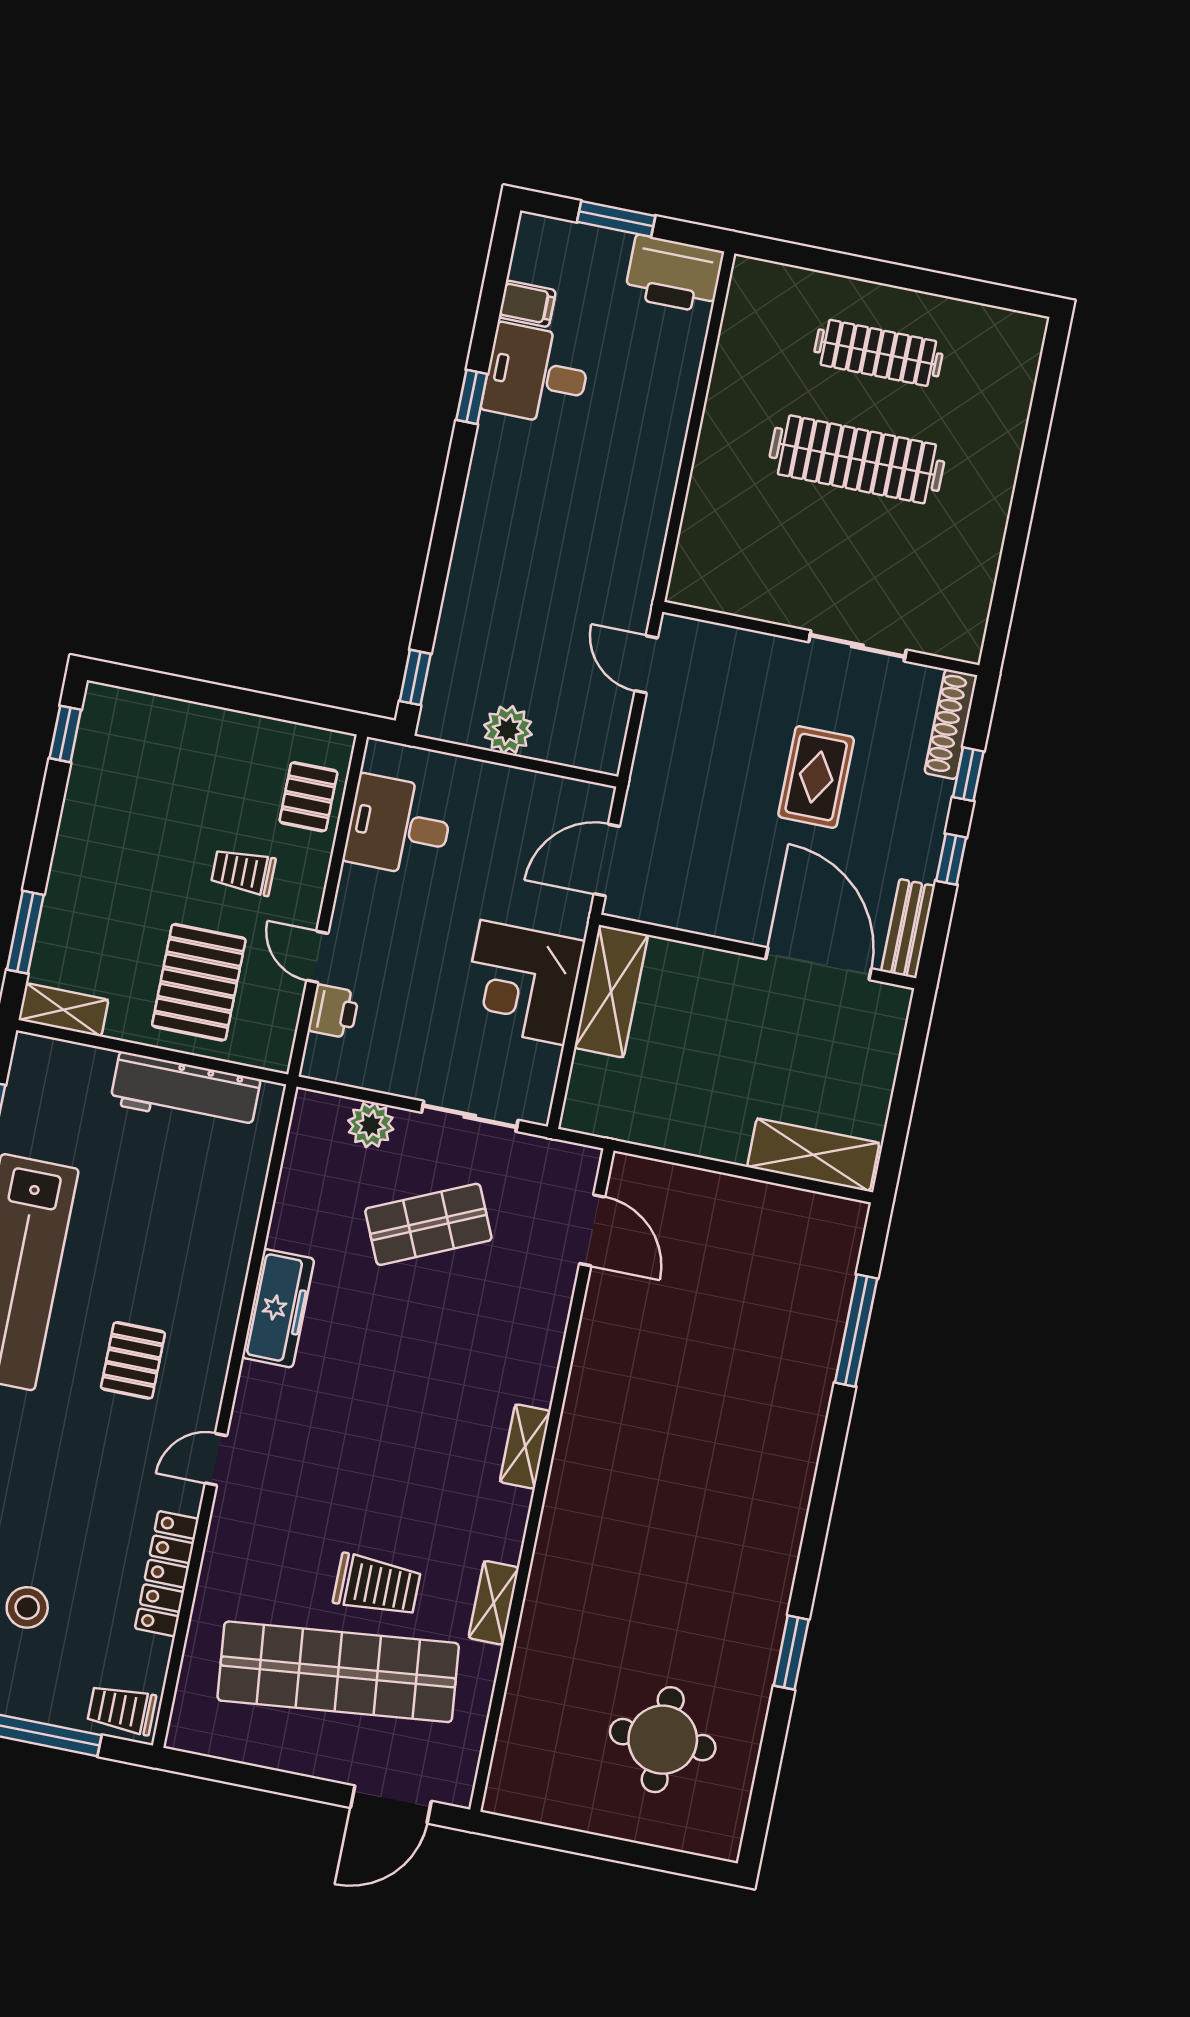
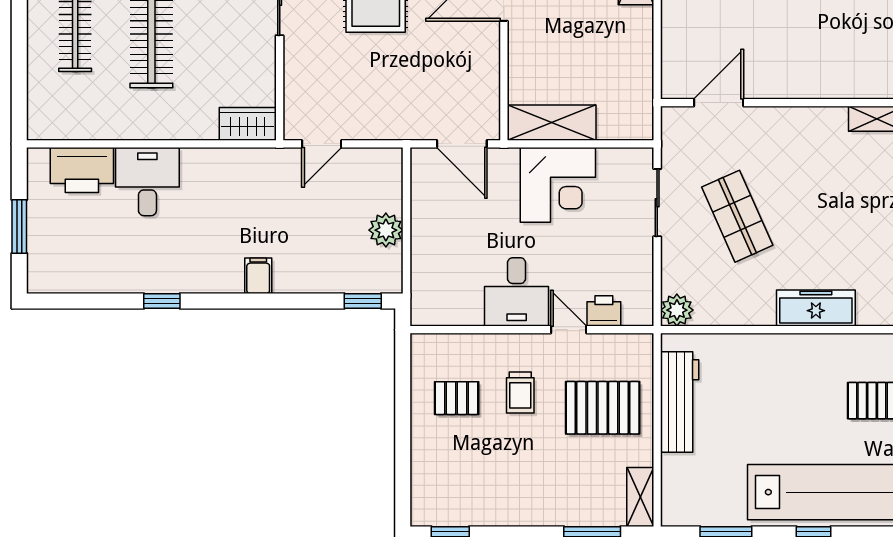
printer: (674, 274) -> (82, 170), moved, turned 90
filing cabinet: (527, 304) -> (258, 276), moved
desk: (537, 375) -> (147, 182), moved, turned 180
wardrobe: (695, 567) -> (248, 124), added
pallet: (308, 797) -> (457, 398), moved
desk: (399, 826) -> (517, 292), moved
door: (317, 957) -> (569, 330), swing flipped
plant: (371, 1125) -> (677, 310), moved

